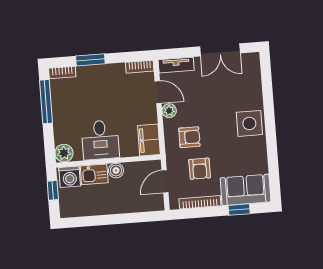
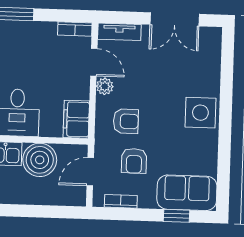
boiler: (116, 170) -> (40, 160), width x1.86, depth x1.86
bookcase: (200, 202) -> (121, 201), width x0.64

